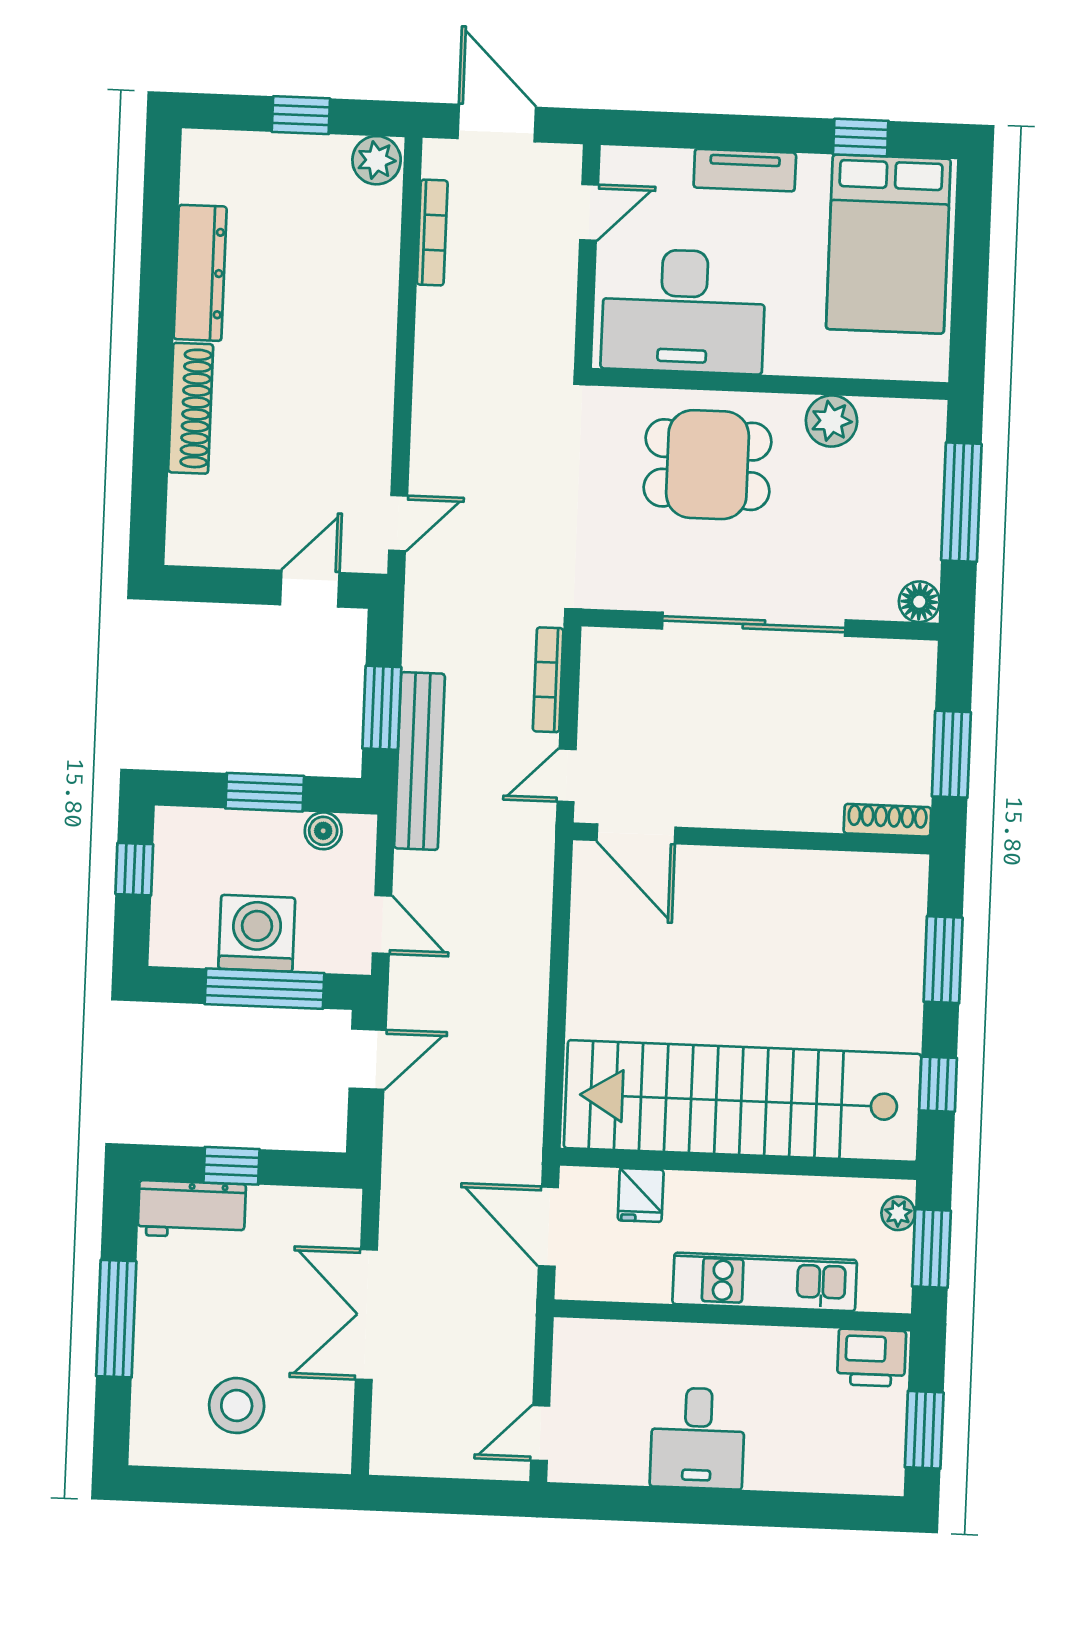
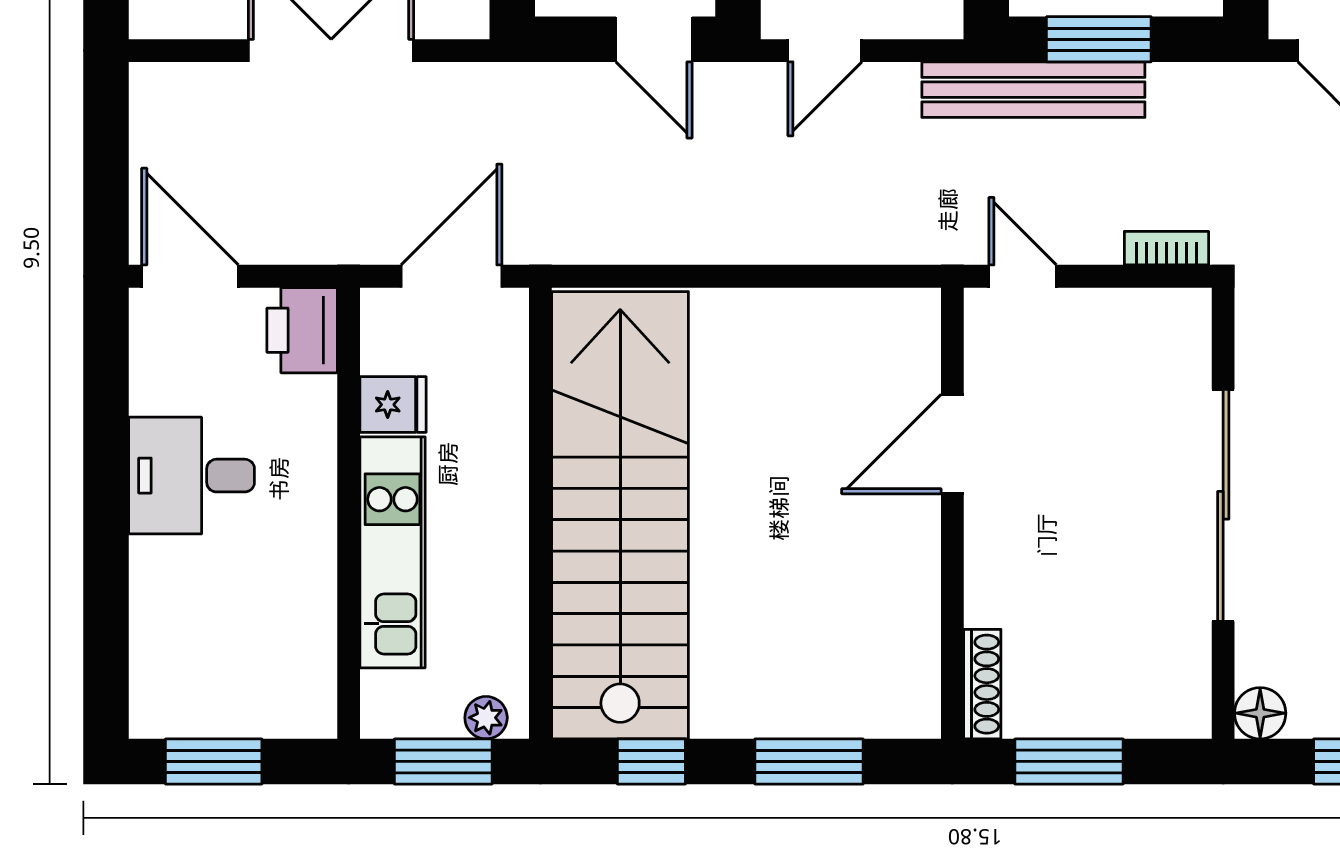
bookcase: (548, 680) -> (1166, 248), width x0.64
door: (636, 834) -> (952, 444), moved
fridge: (641, 1195) -> (393, 405), moved, turned 180
printer: (871, 1358) -> (302, 330), moved
door: (540, 1433) -> (190, 276), width x1.38

